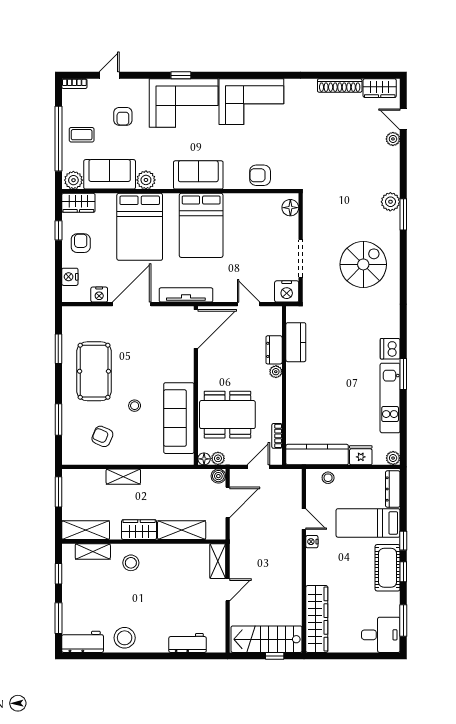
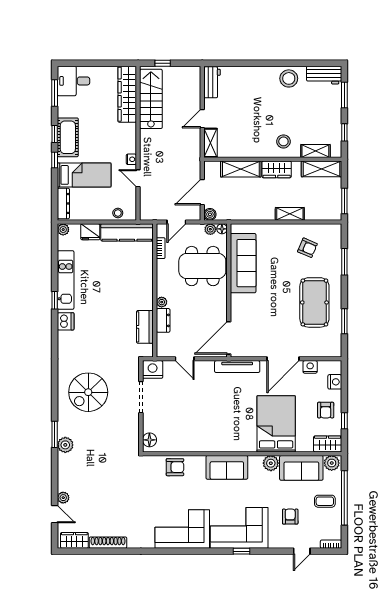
bed: (201, 225) -> (224, 425), removed
window: (403, 374) -> (55, 300), width x0.67
stool: (135, 406) -> (280, 274), removed
stairs: (267, 639) -> (151, 99), moved, turned -90
workbench: (188, 643) -> (212, 82), moved, turned -90

